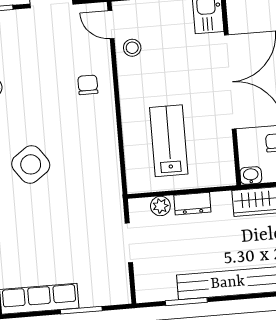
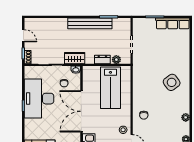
lab bench: (169, 141) -> (110, 88), width x1.36, depth x1.39

